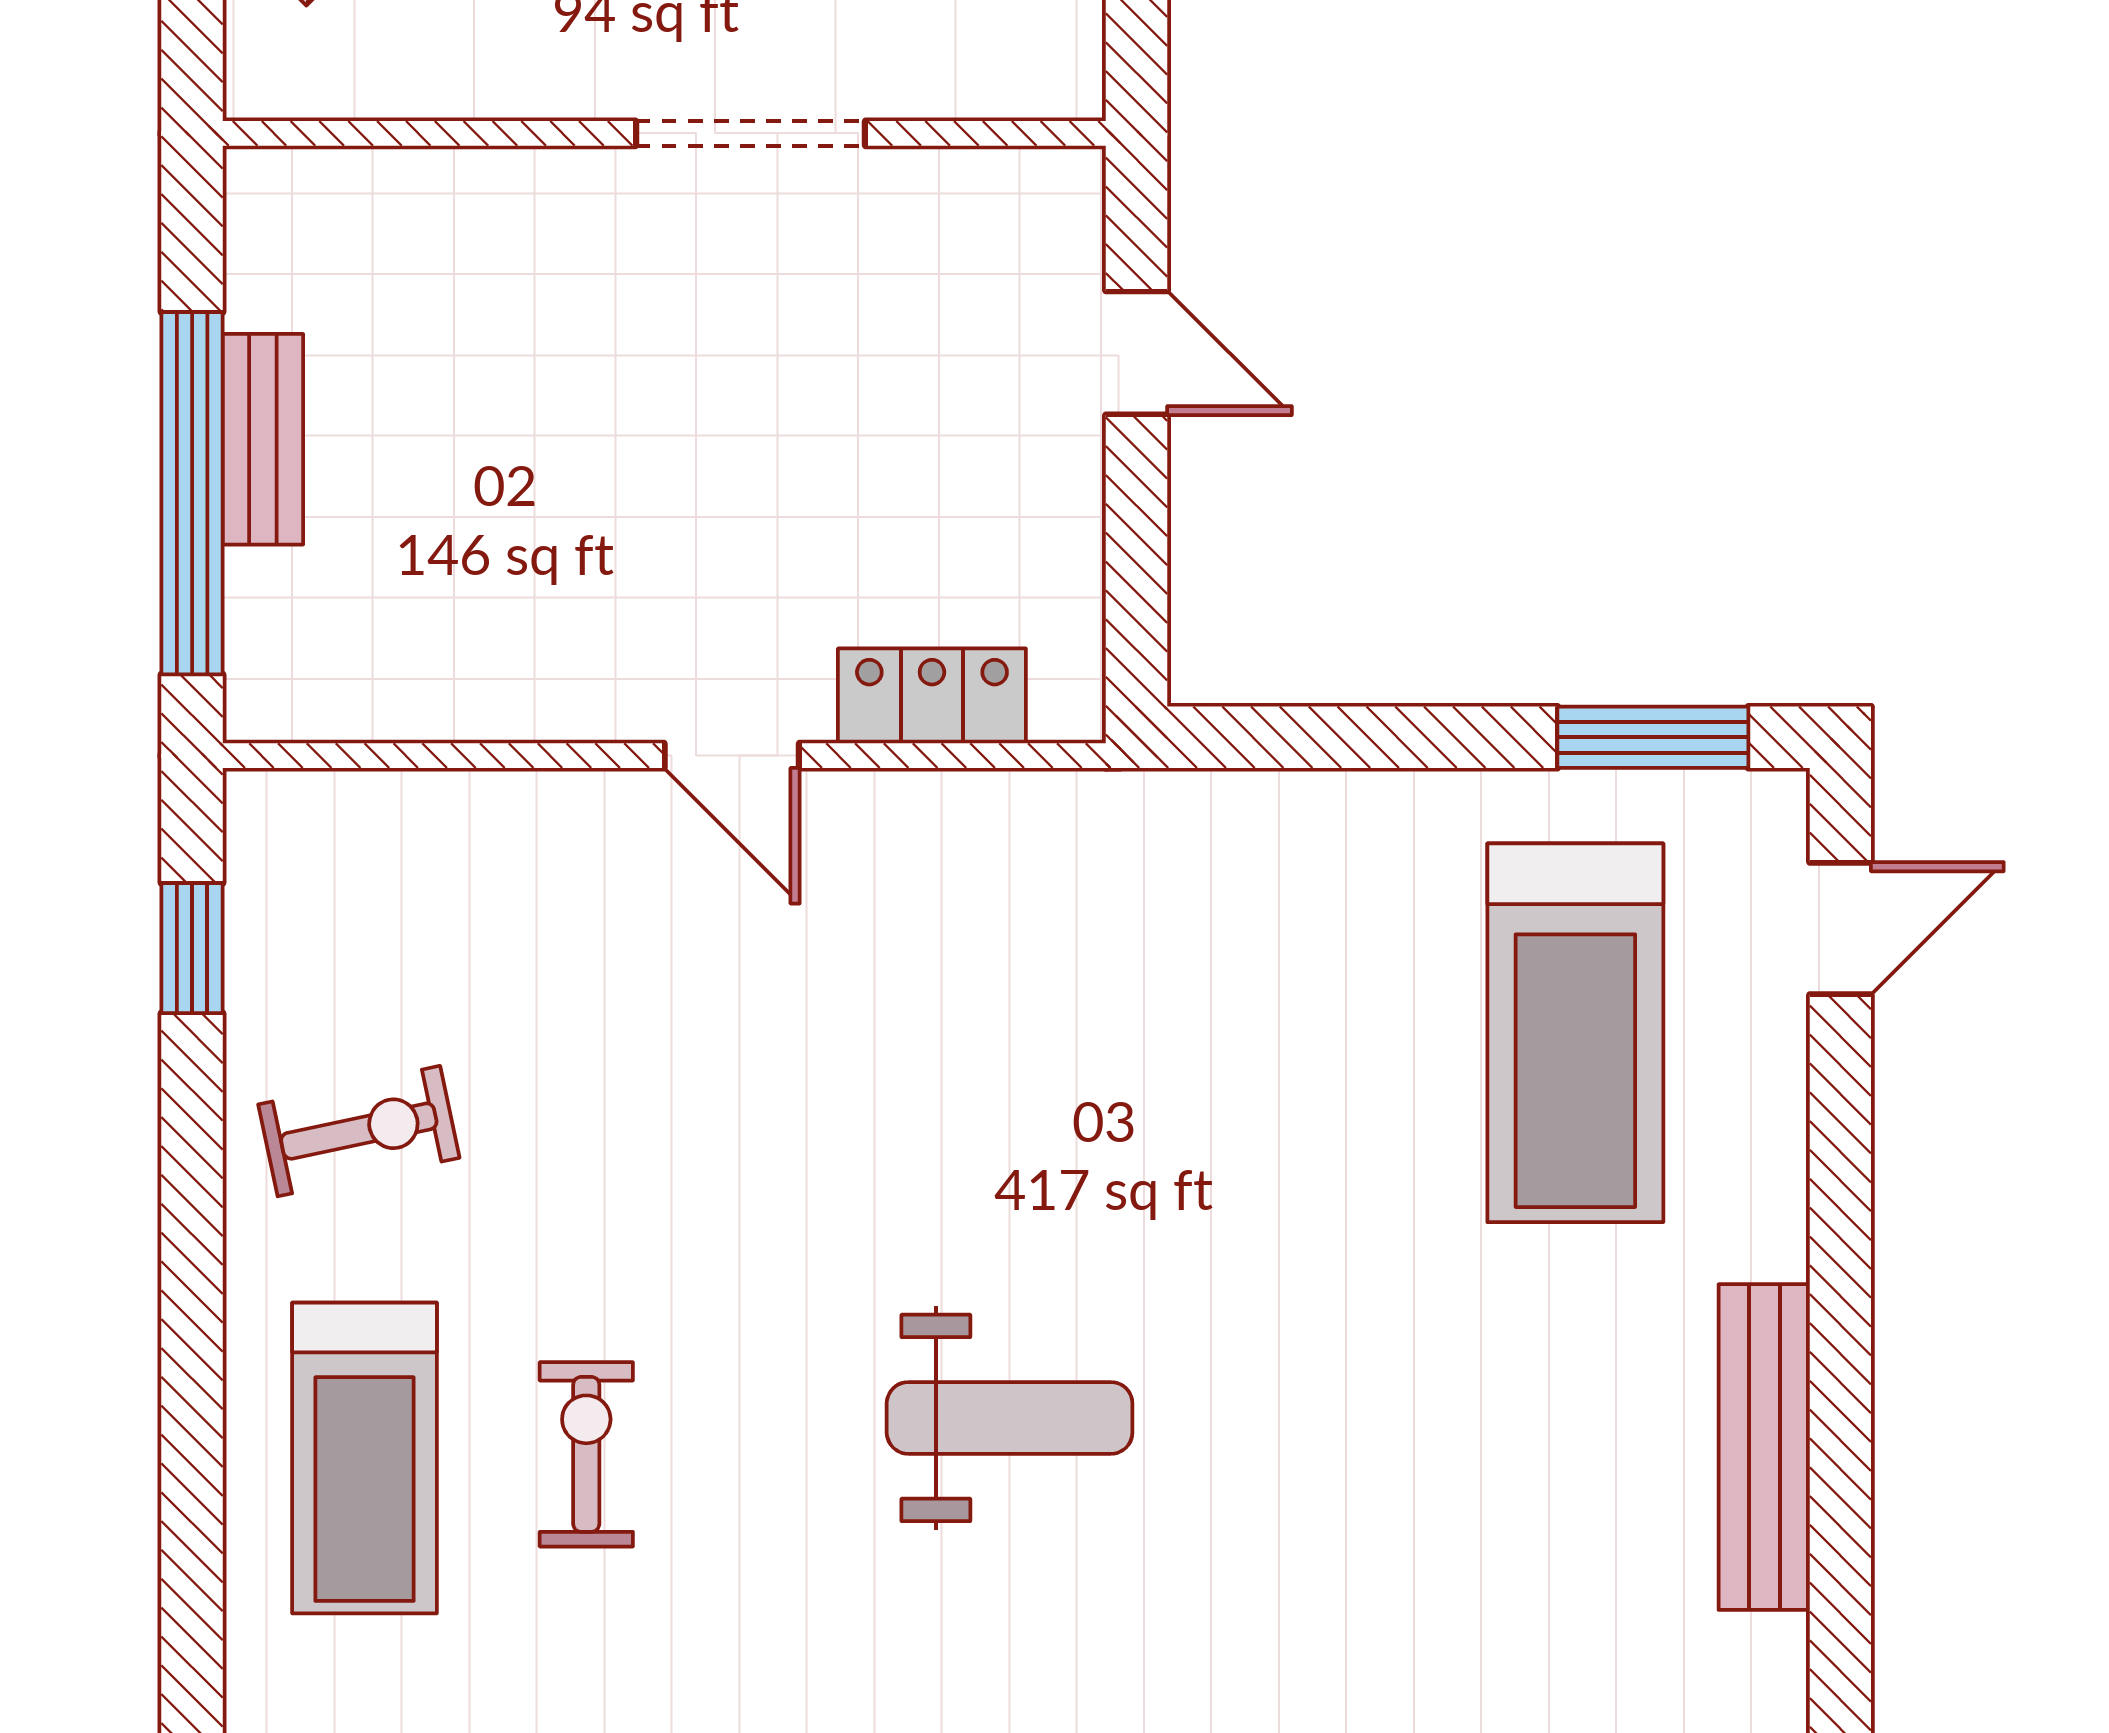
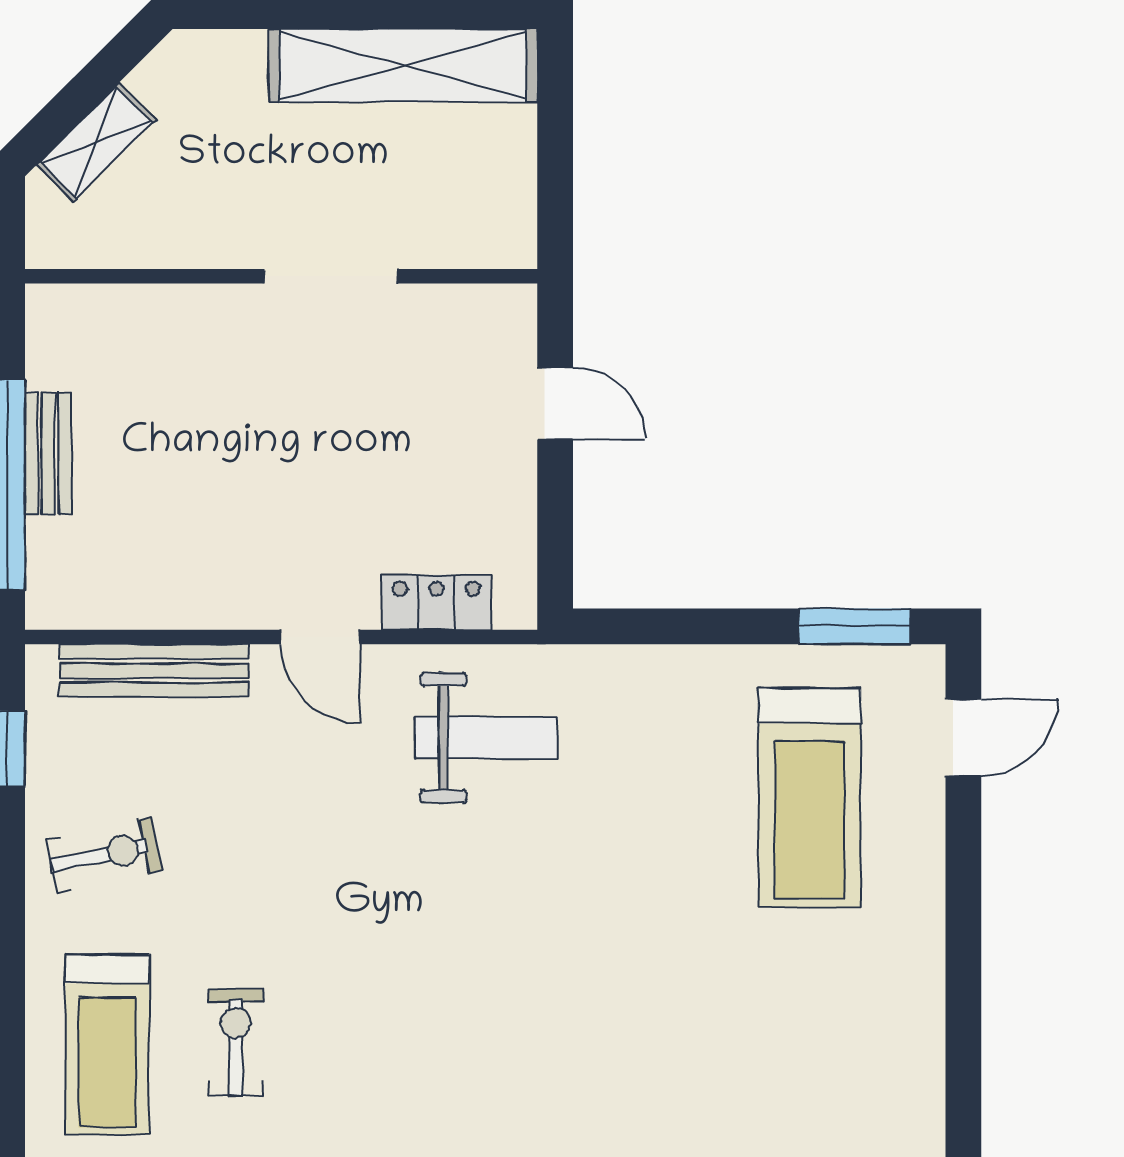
weight bench: (1010, 1418) -> (486, 738), moved
bench: (1764, 1447) -> (154, 671), moved, turned 90

